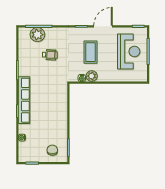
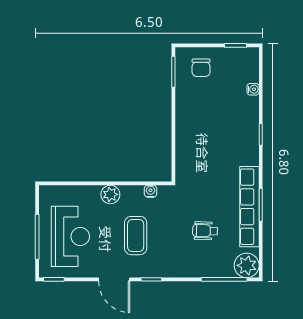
door: (103, 26) -> (114, 279), hinge flipped
plant: (37, 35) -> (247, 265), moved
reception desk: (129, 51) -> (70, 236), turned 180
plant: (92, 76) -> (110, 194), moved
row of seats: (24, 100) -> (249, 207), moved

